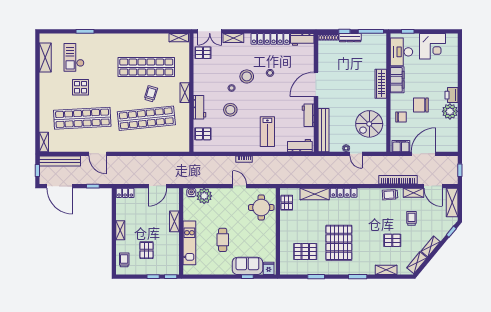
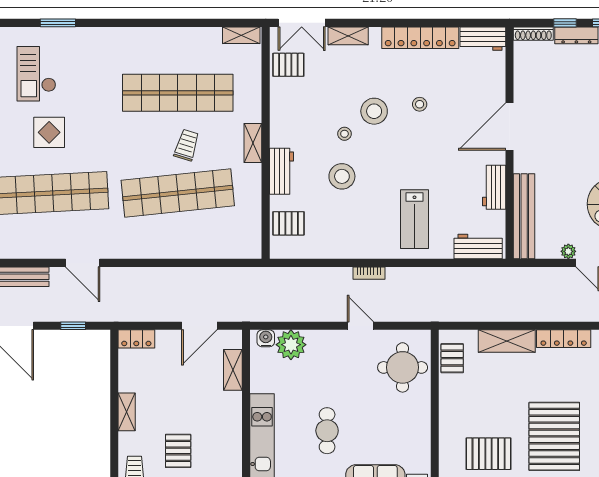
shelving: (174, 221) -> (233, 370), moved

